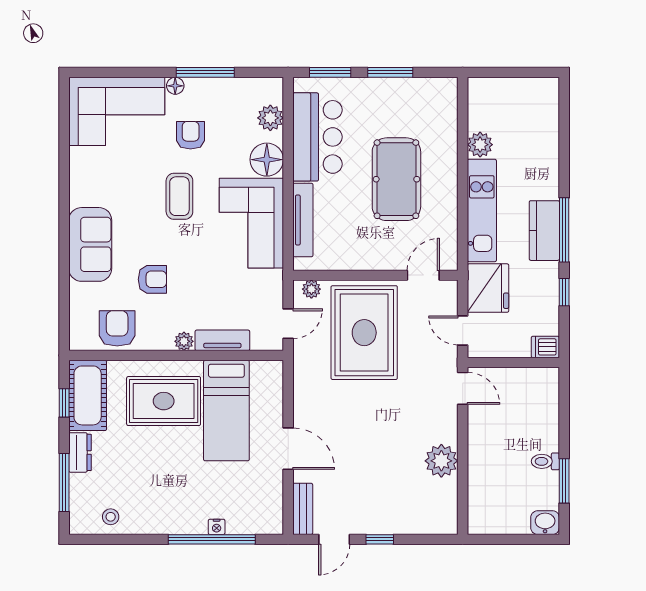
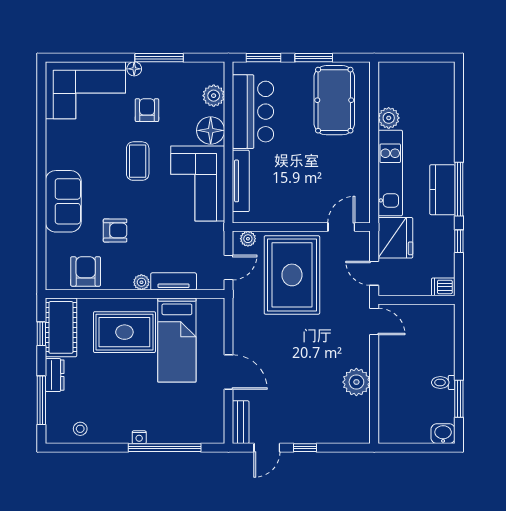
pool table: (396, 179) -> (334, 100), moved
nightstand: (217, 527) -> (139, 437), moved

